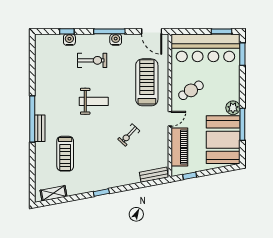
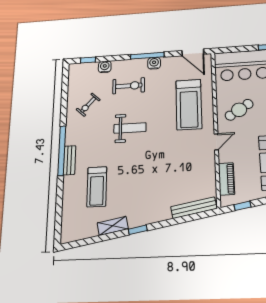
window: (67, 31) -> (88, 60), moved
treadmill: (147, 82) -> (189, 104), turned 180
exercise bike: (129, 135) -> (88, 105), moved
piano: (179, 147) -> (227, 179), width x0.73, depth x0.75
bench: (154, 175) -> (194, 208), width x1.36
shelving: (54, 193) -> (113, 226), moved

